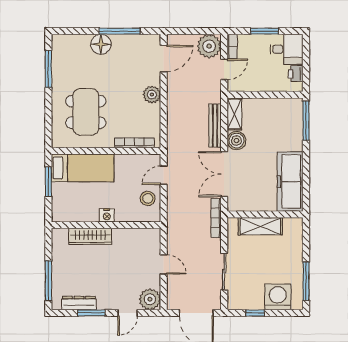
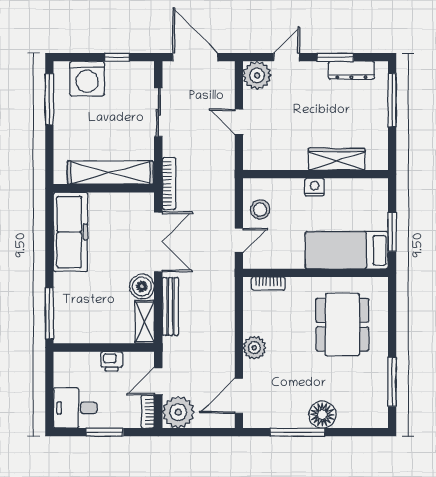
printer: (296, 74) -> (112, 361), moved, turned 90
bookcase: (134, 143) -> (268, 284), width x0.64
shelving: (260, 226) -> (110, 173), width x1.47

